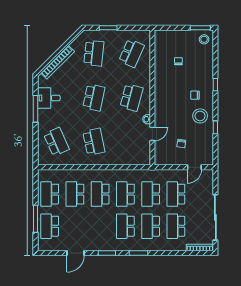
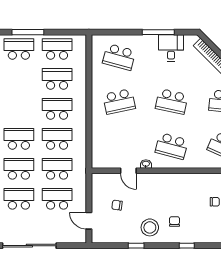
school desk: (56, 142) -> (119, 57), turned 39

